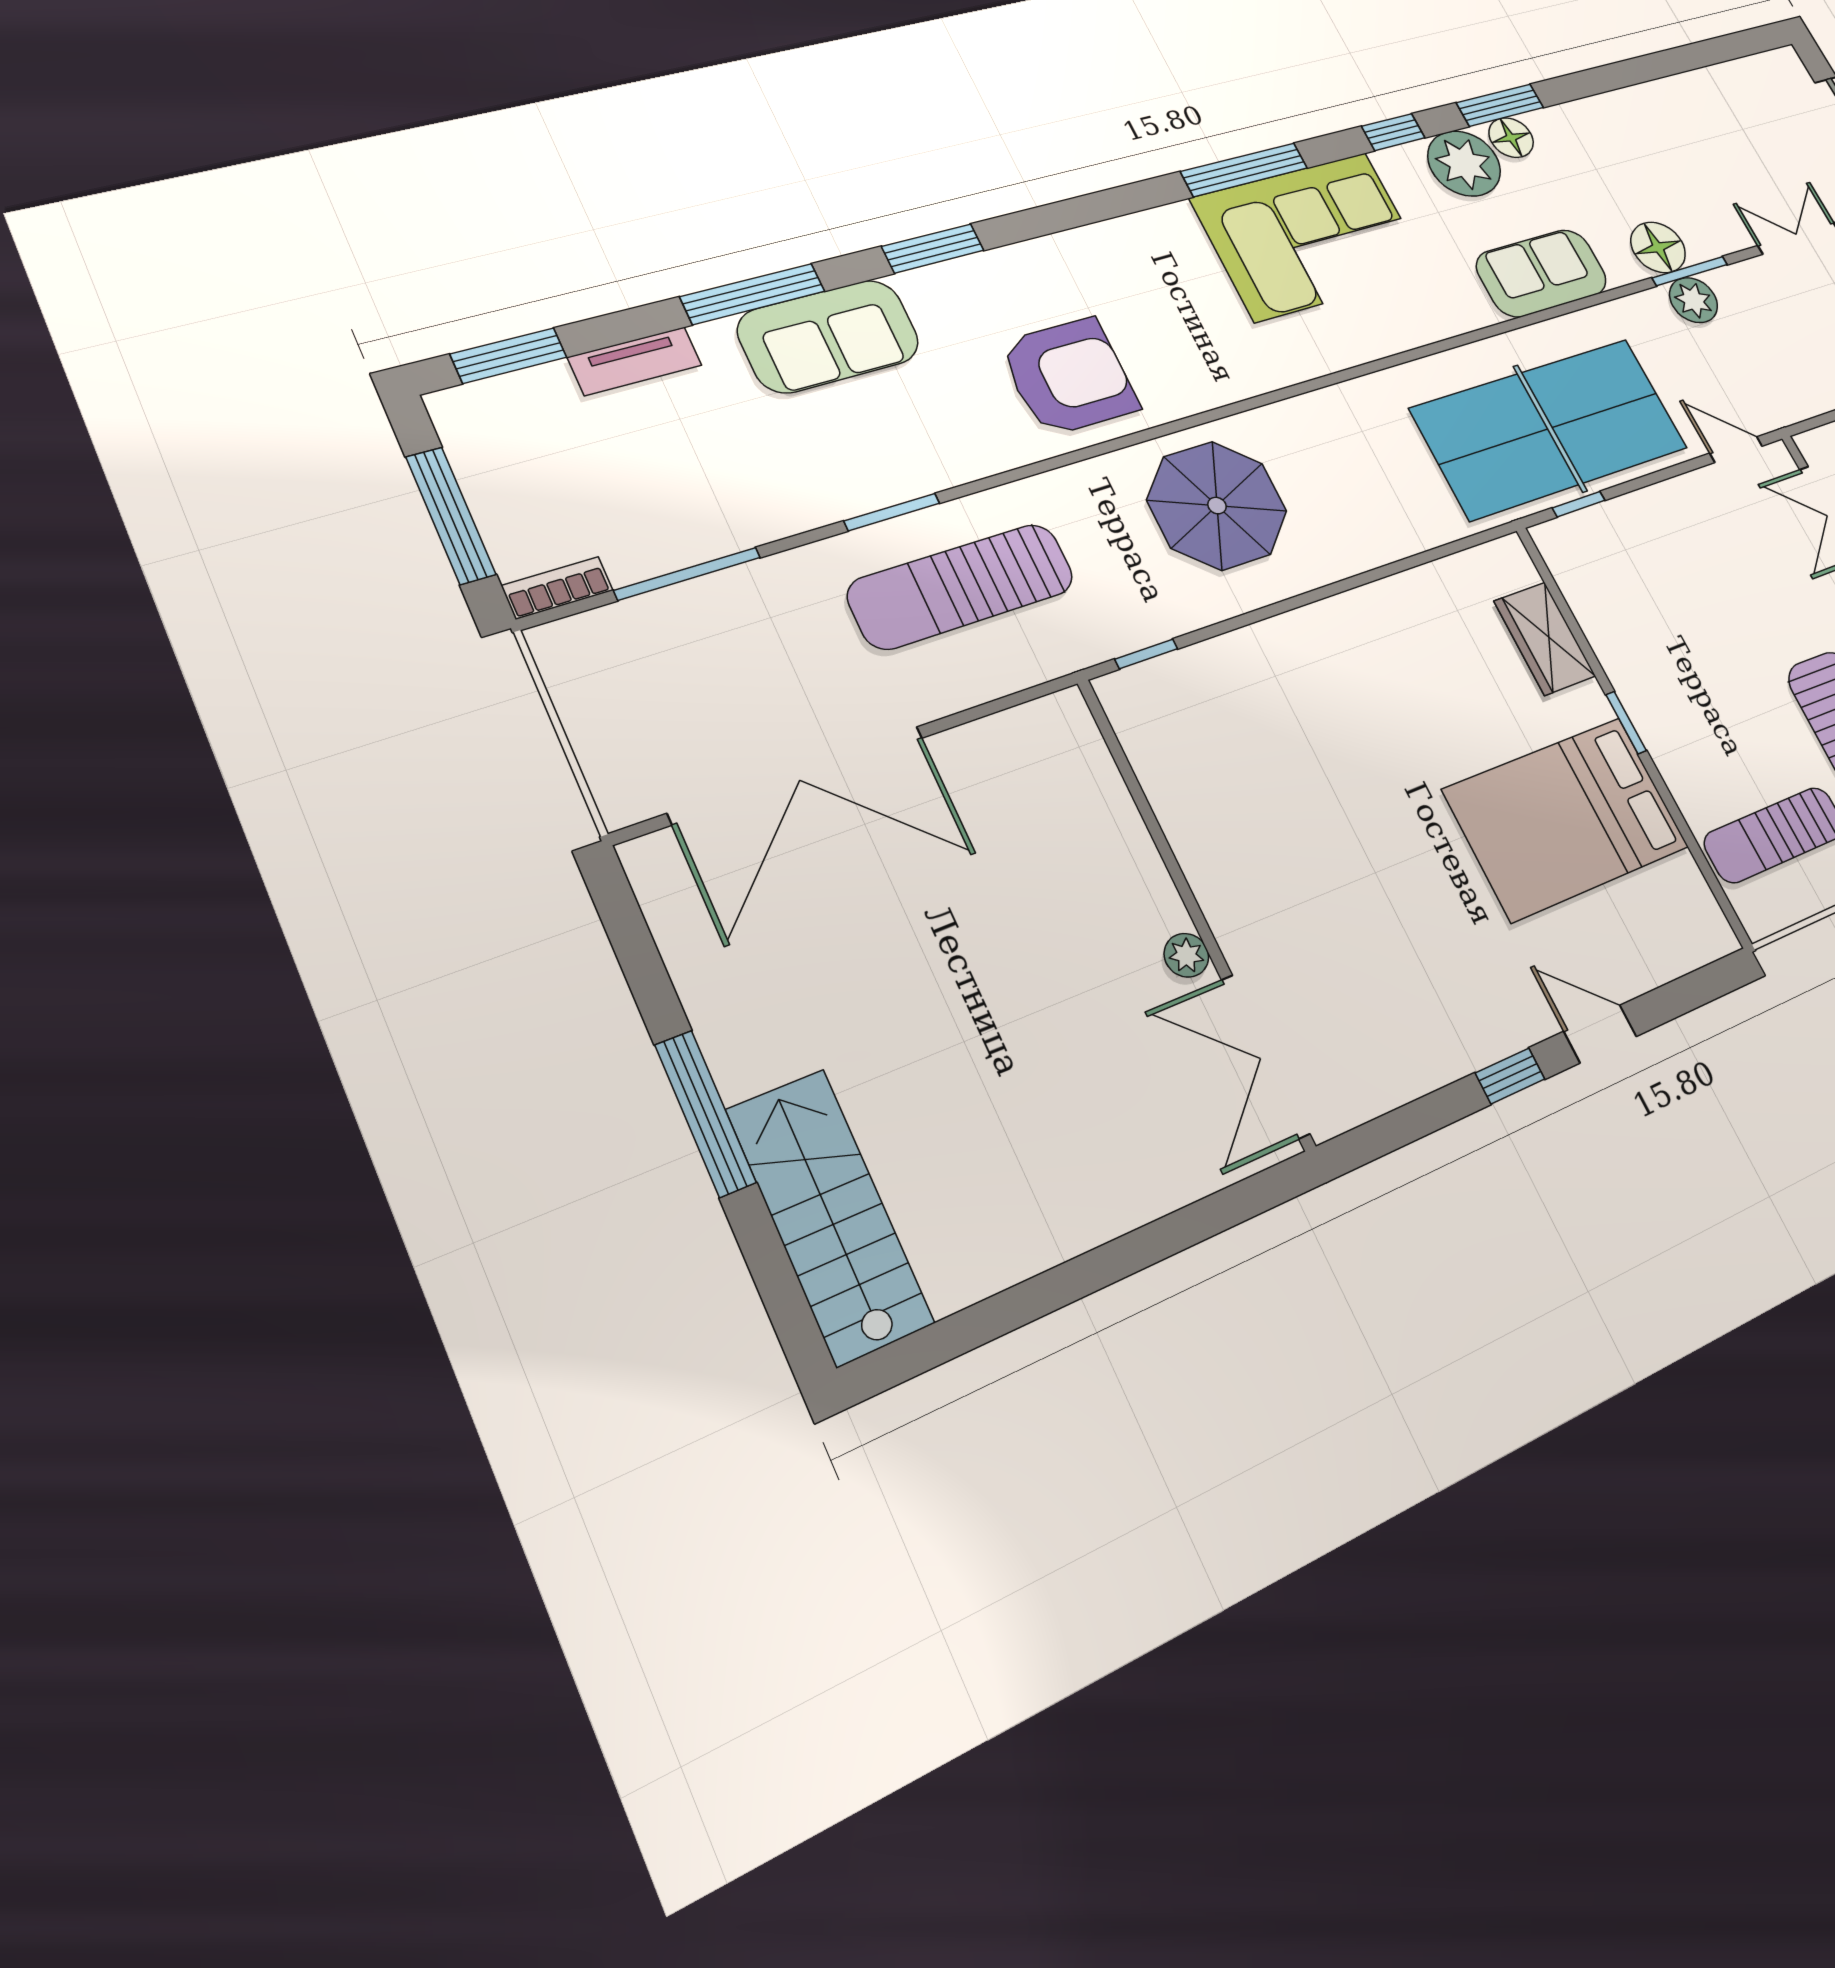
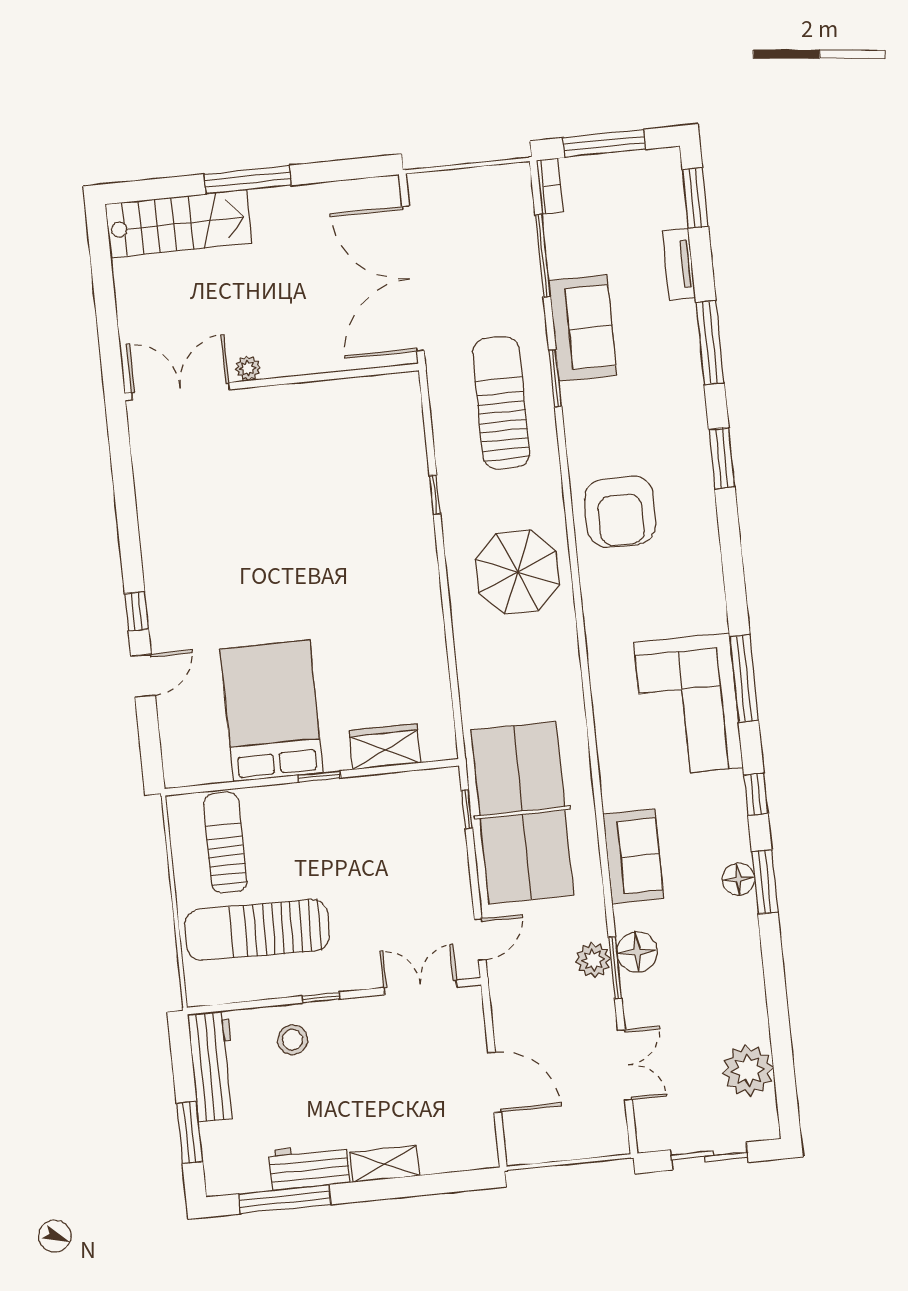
plant: (1464, 164) -> (748, 1070), moved
sofa: (829, 336) -> (583, 328), moved, turned 180
wall: (1194, 910) -> (272, 382), moved
plant: (1186, 955) -> (248, 368), moved
double door: (1265, 1056) -> (181, 391), moved

